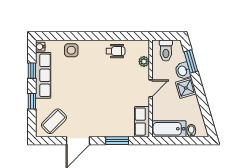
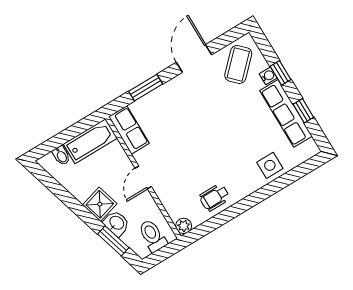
water cooler: (40, 47) -> (268, 76), moved
plant: (144, 61) -> (184, 226), moved

